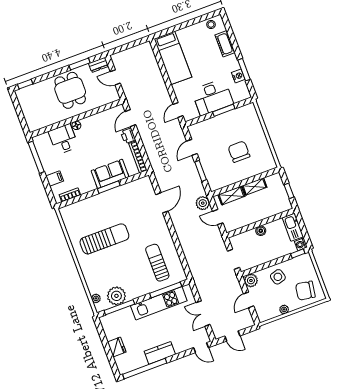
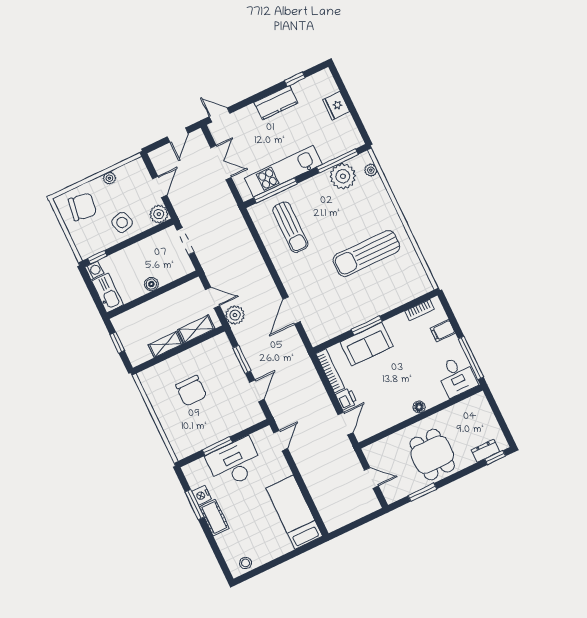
cot: (225, 44) -> (214, 518), moved
dresser: (98, 65) -> (485, 451), moved
desk: (63, 139) -> (457, 376), moved
door: (232, 336) -> (178, 135), swing flipped
window: (145, 369) -> (295, 79), width x0.32

